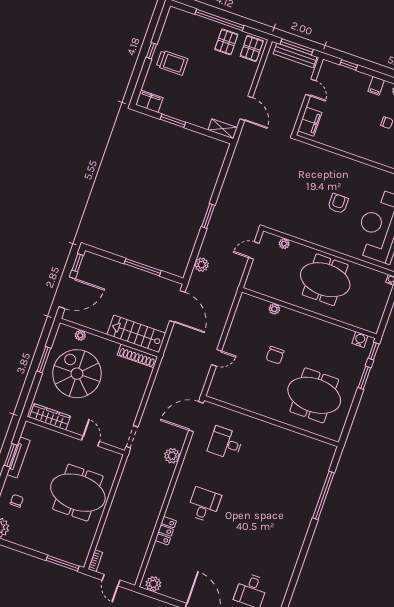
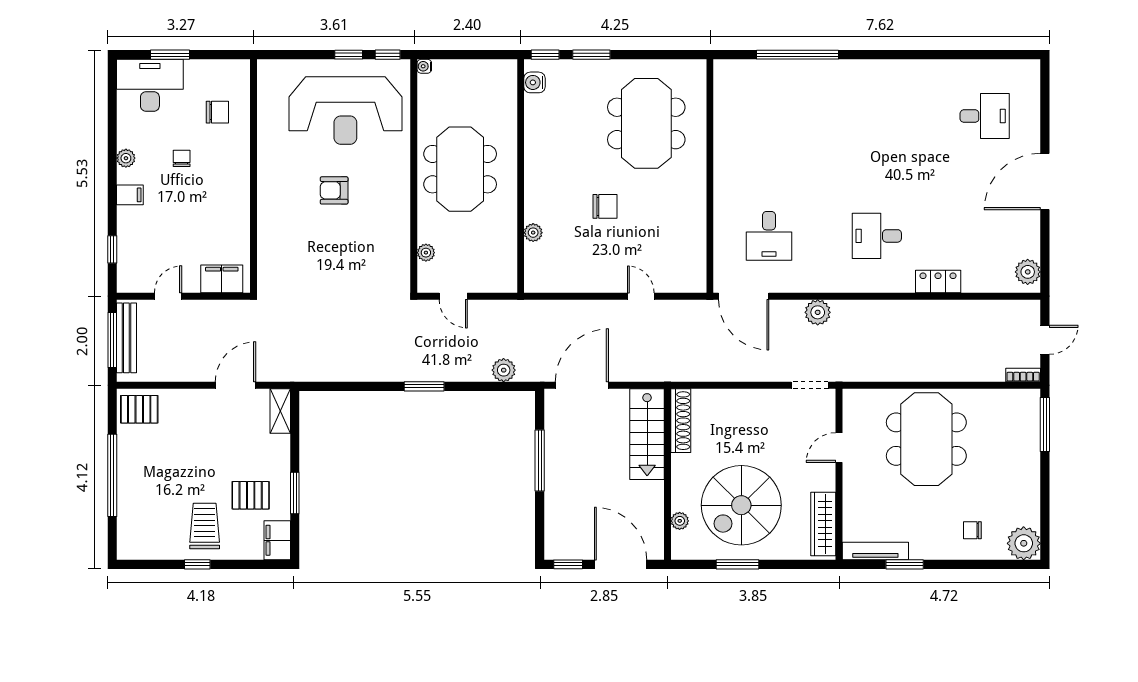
pallet: (226, 42) -> (251, 495), moved
tv unit: (18, 457) -> (875, 551), moved

